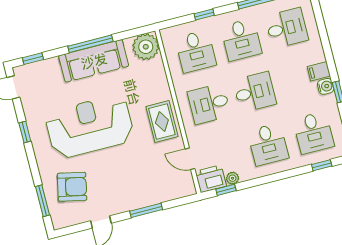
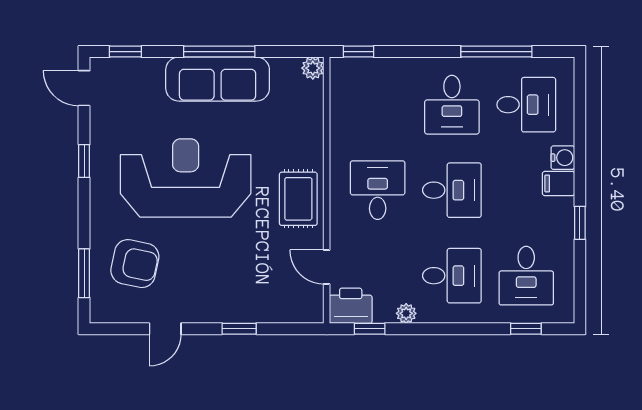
window: (204, 15) -> (358, 52), moved
plant: (146, 47) -> (313, 68), width x0.53, depth x0.53
desk: (196, 51) -> (378, 105), removed
water cooler: (326, 86) -> (563, 158), moved
desk: (209, 104) -> (378, 190), turned 90
desk: (268, 144) -> (452, 276), turned -90
plant: (233, 178) -> (406, 313), moved
window: (146, 210) -> (239, 329), width x0.67

